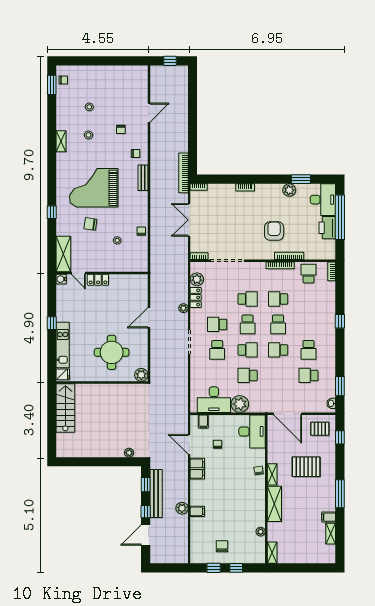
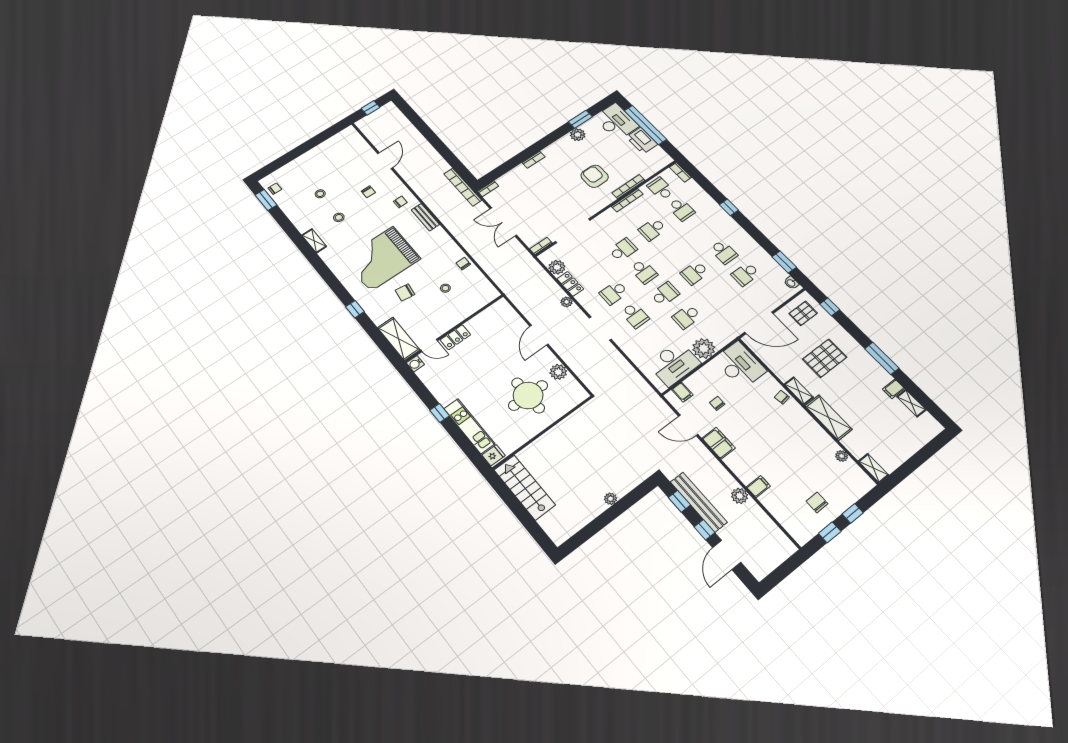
school desk: (278, 324) -> (681, 209), moved
plant: (141, 375) -> (558, 372), moved
plant: (129, 453) -> (611, 499), moved

